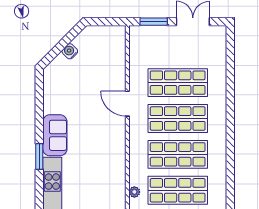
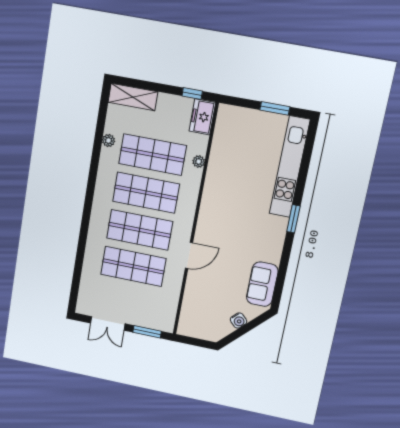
door: (127, 104) -> (189, 255), hinge flipped
sofa: (55, 135) -> (262, 284), moved
plant: (221, 196) -> (109, 140), added

